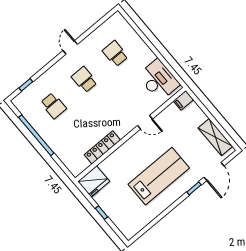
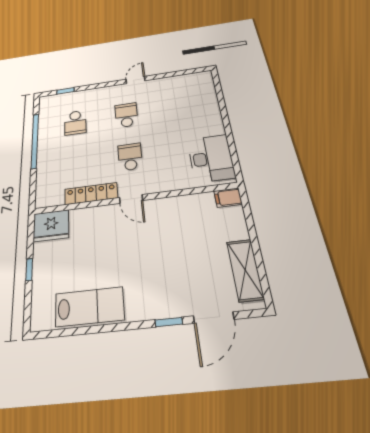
school desk: (115, 54) -> (130, 157), moved
door: (145, 122) -> (131, 199), moved
lab bench: (159, 176) -> (89, 307), moved, width x0.73, depth x0.72

